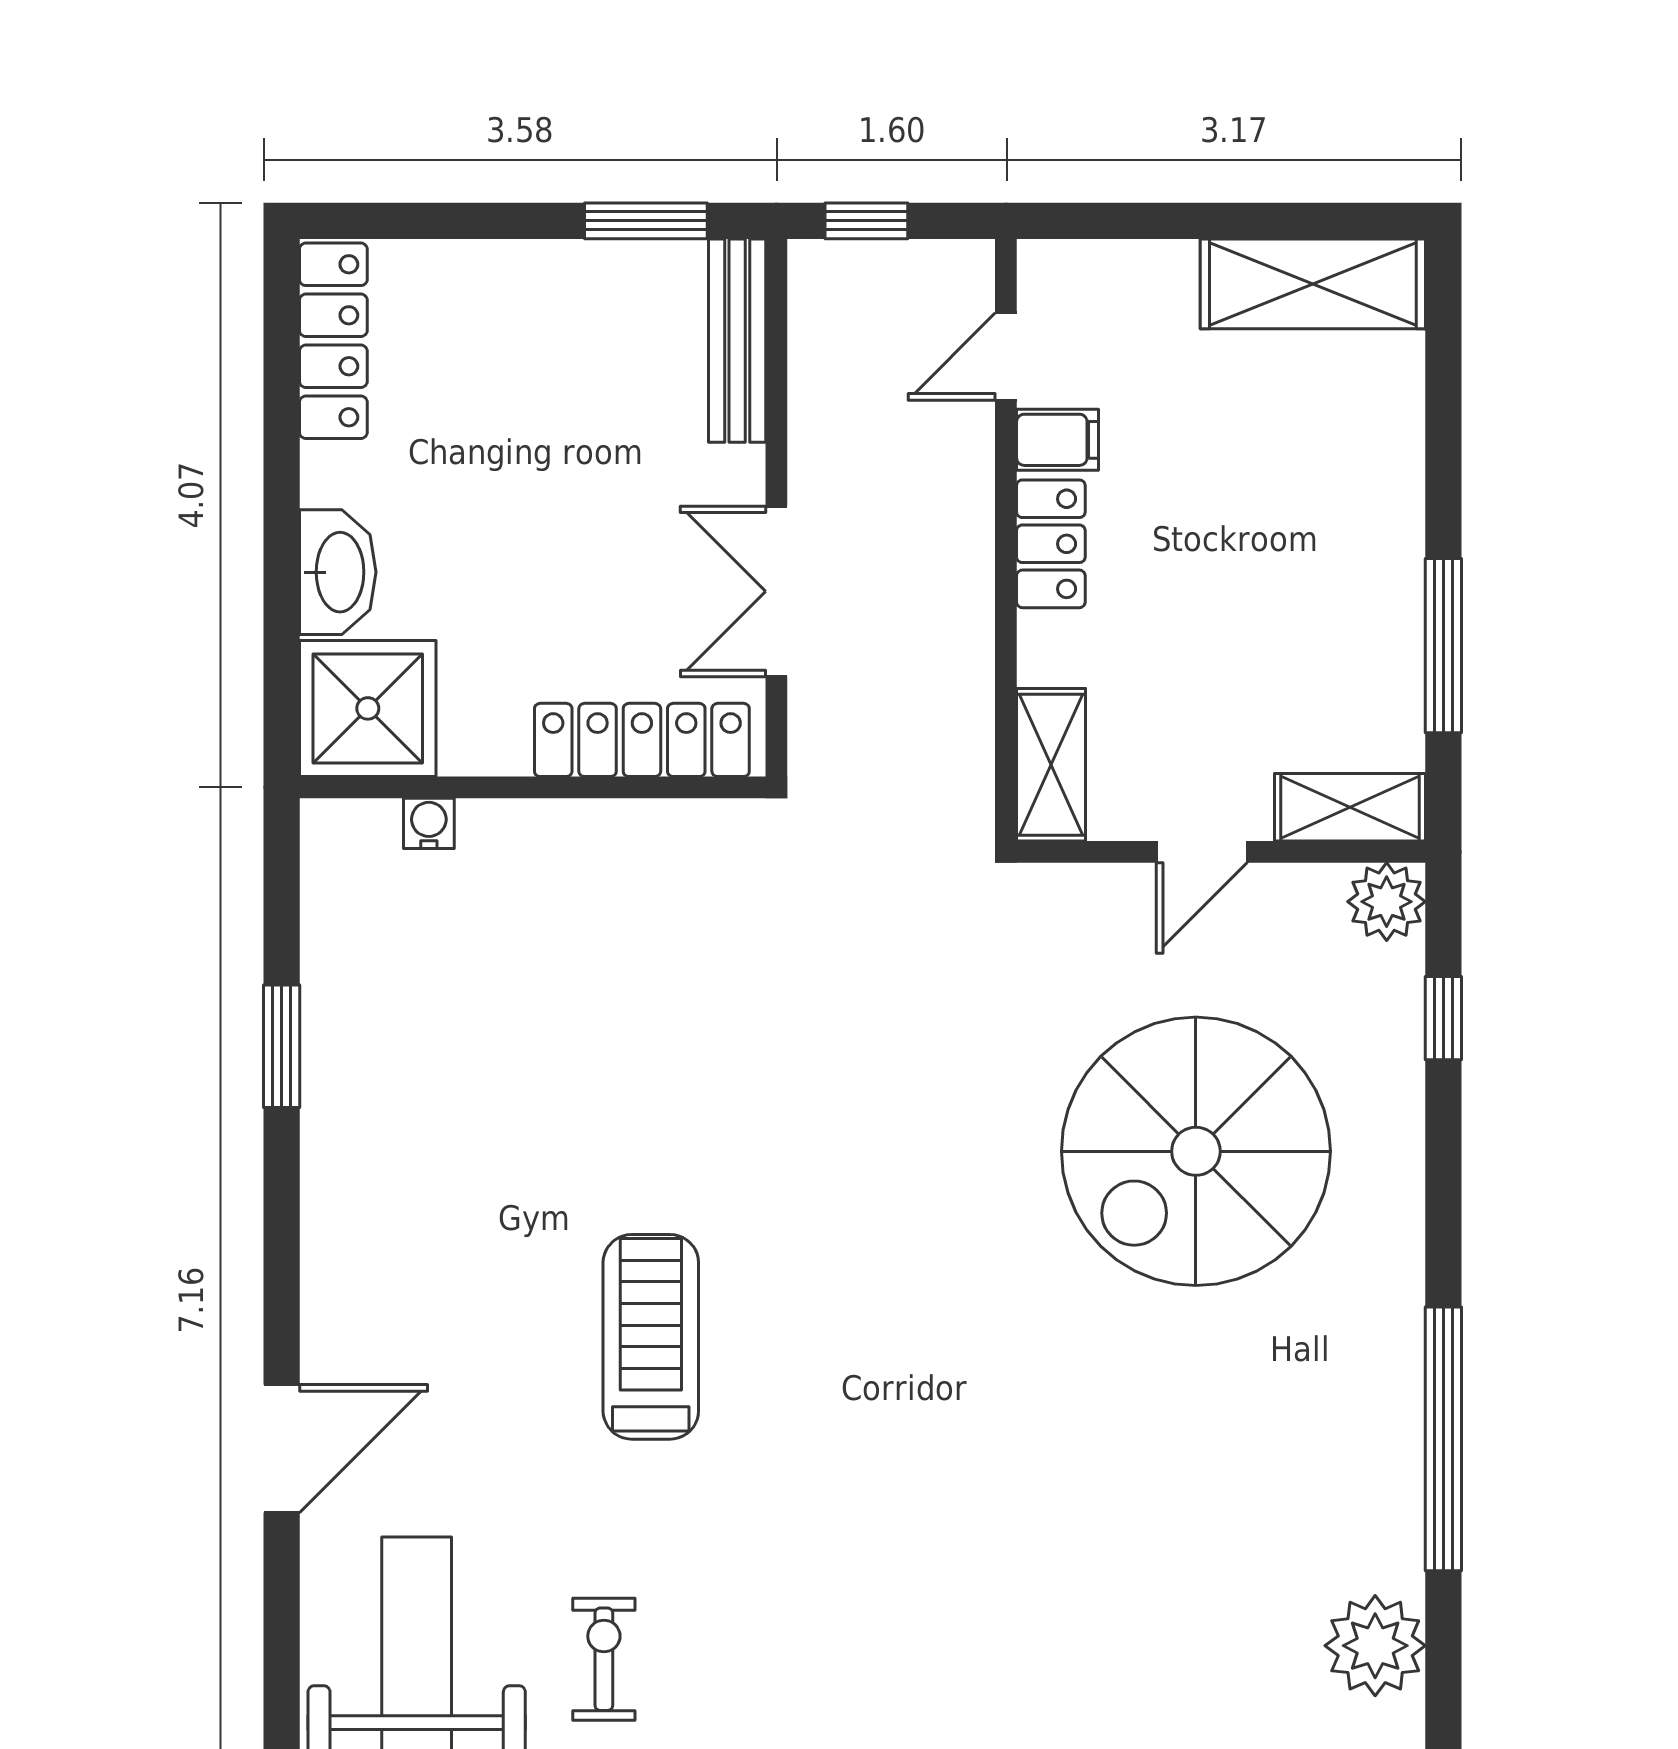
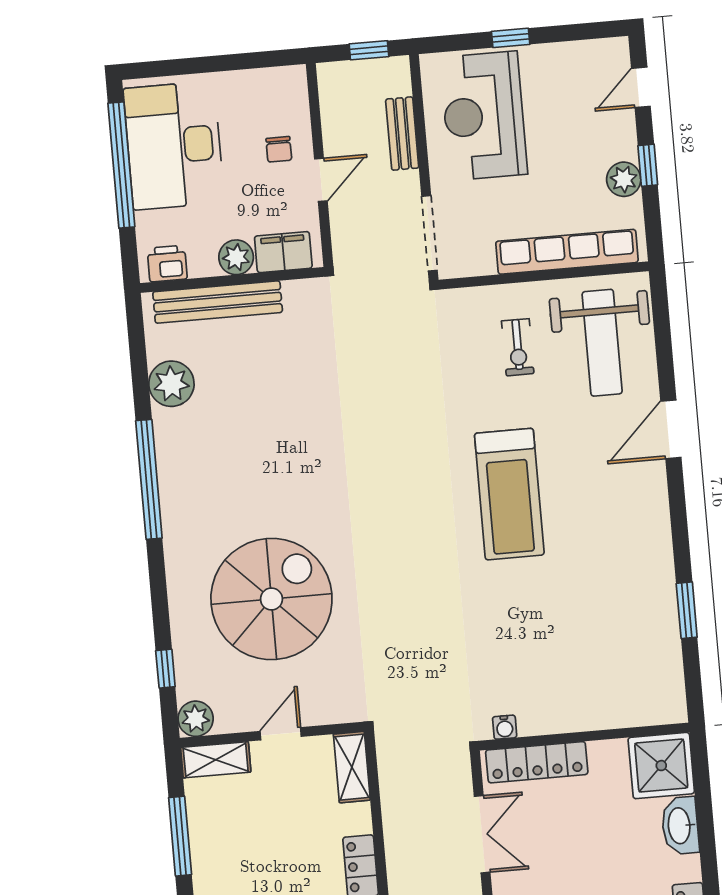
water cooler: (429, 823) -> (505, 727), moved
treadmill: (651, 1337) -> (509, 494), width x1.37, depth x1.38

